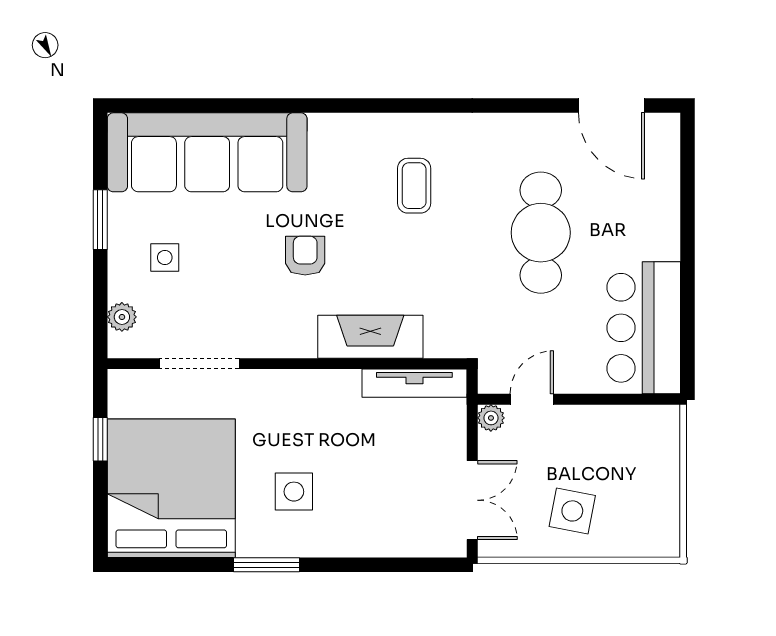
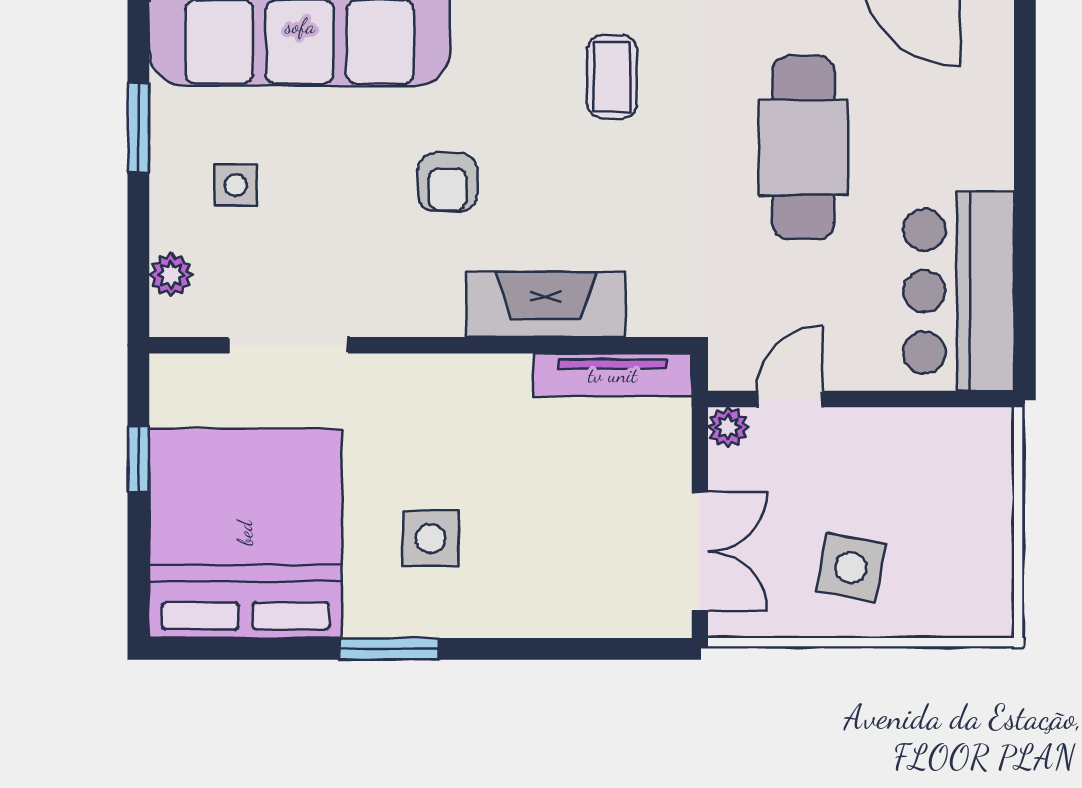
armchair: (305, 256) -> (448, 182), turned 180

